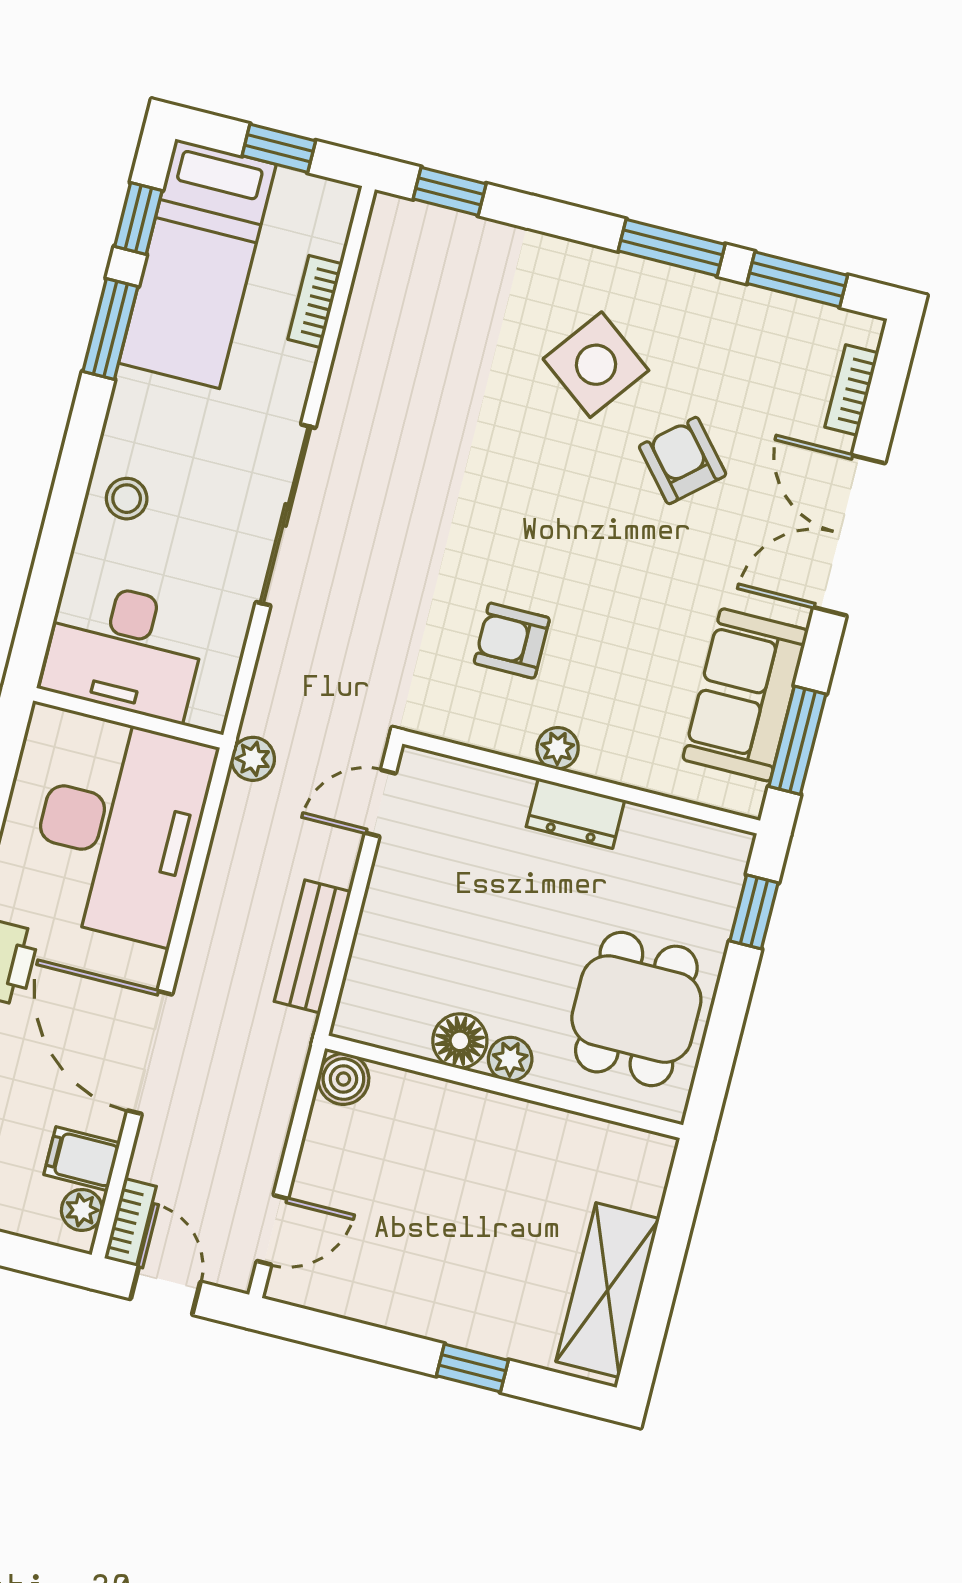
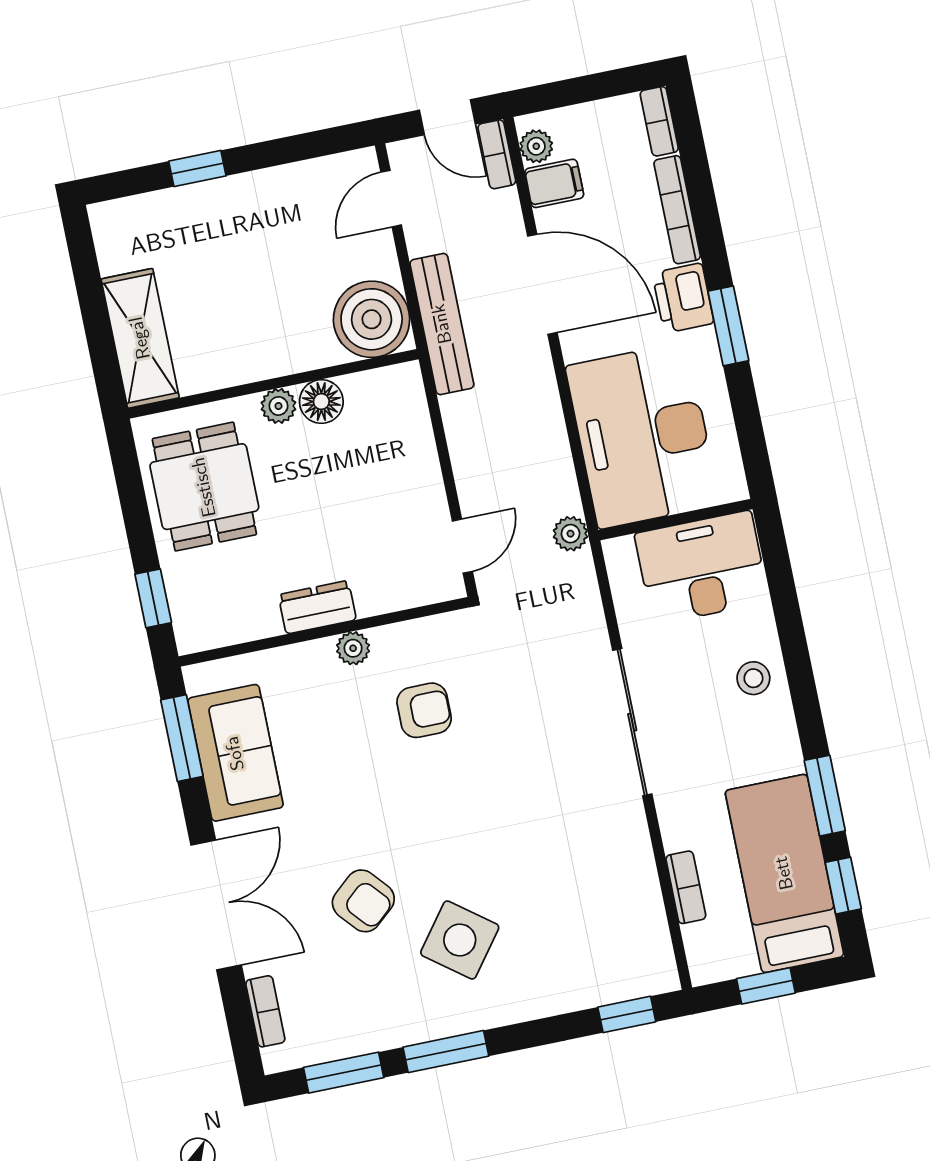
bench: (313, 947) -> (442, 324), moved, width x1.36
boiler: (343, 1079) -> (372, 319), width x1.86, depth x1.86
shelving: (608, 1290) -> (140, 338), moved

